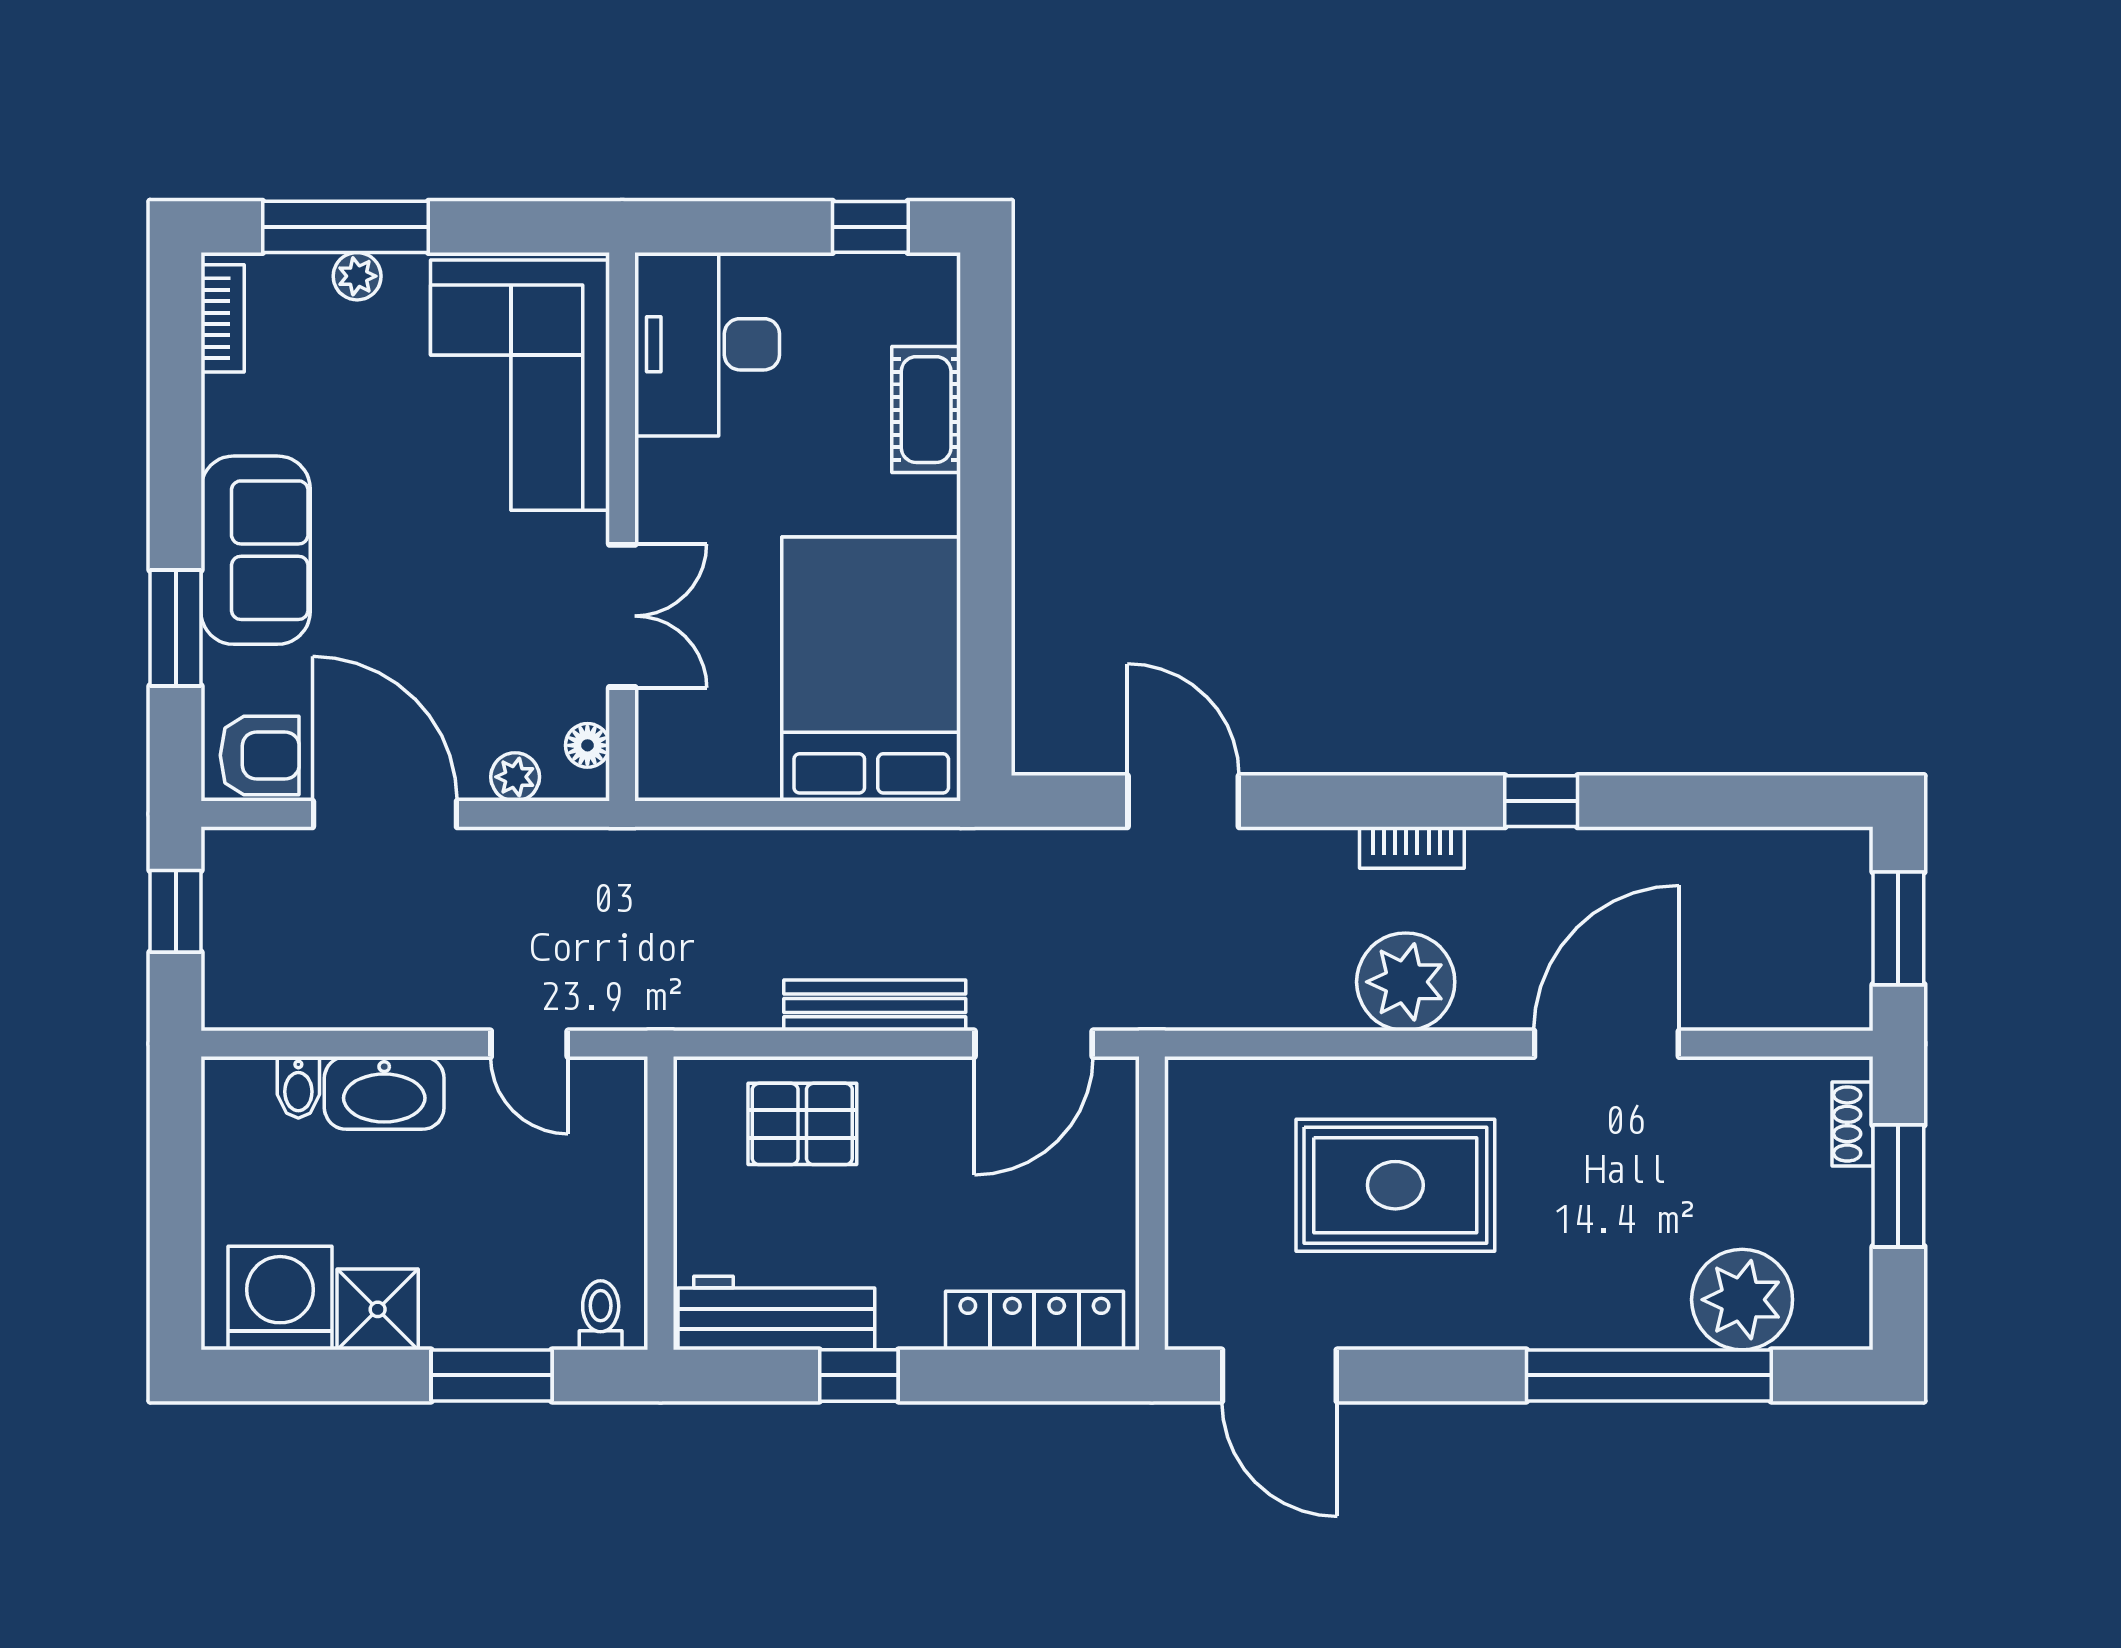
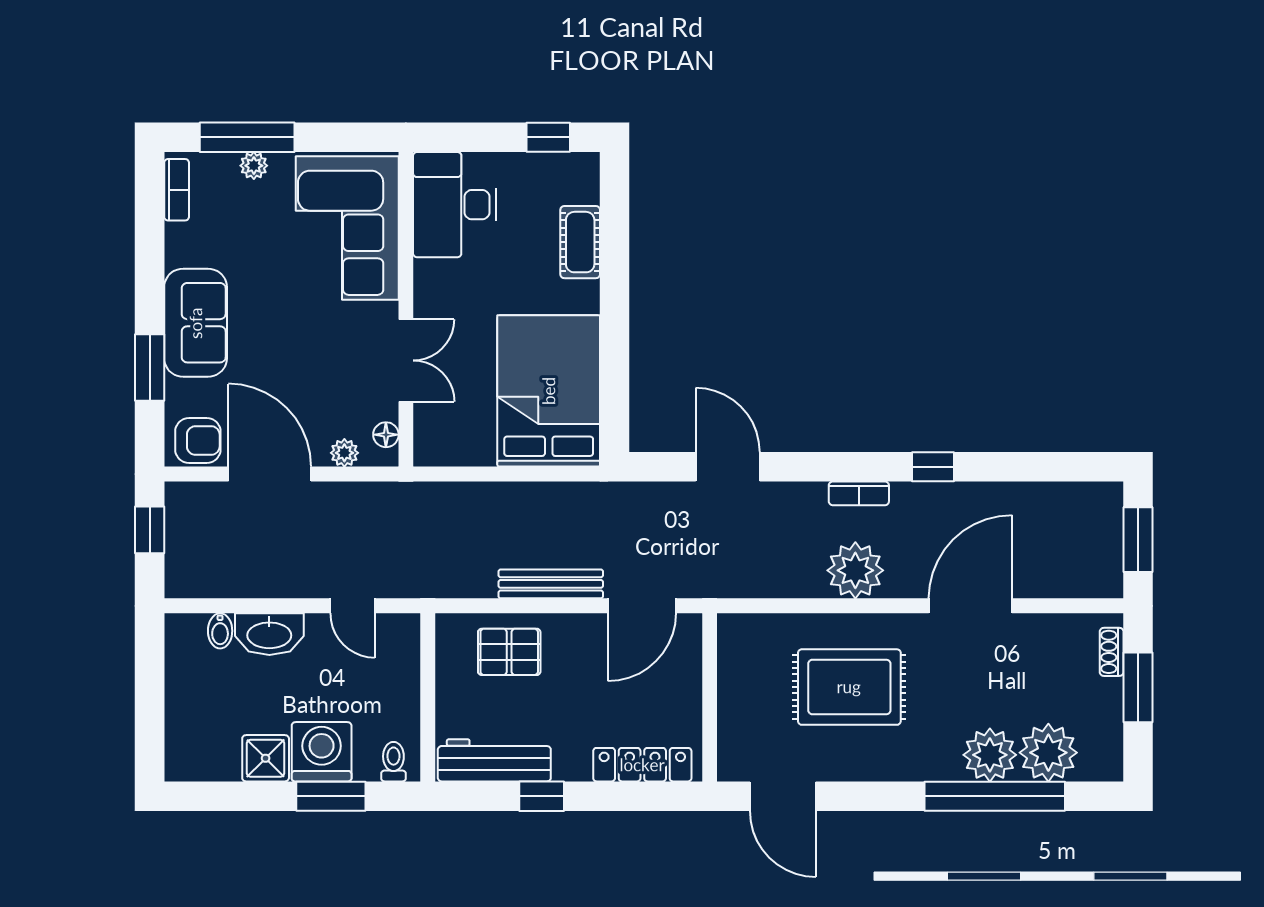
washing machine: (280, 1298) -> (322, 752), moved
plant: (1640, 1304) -> (990, 755), added

